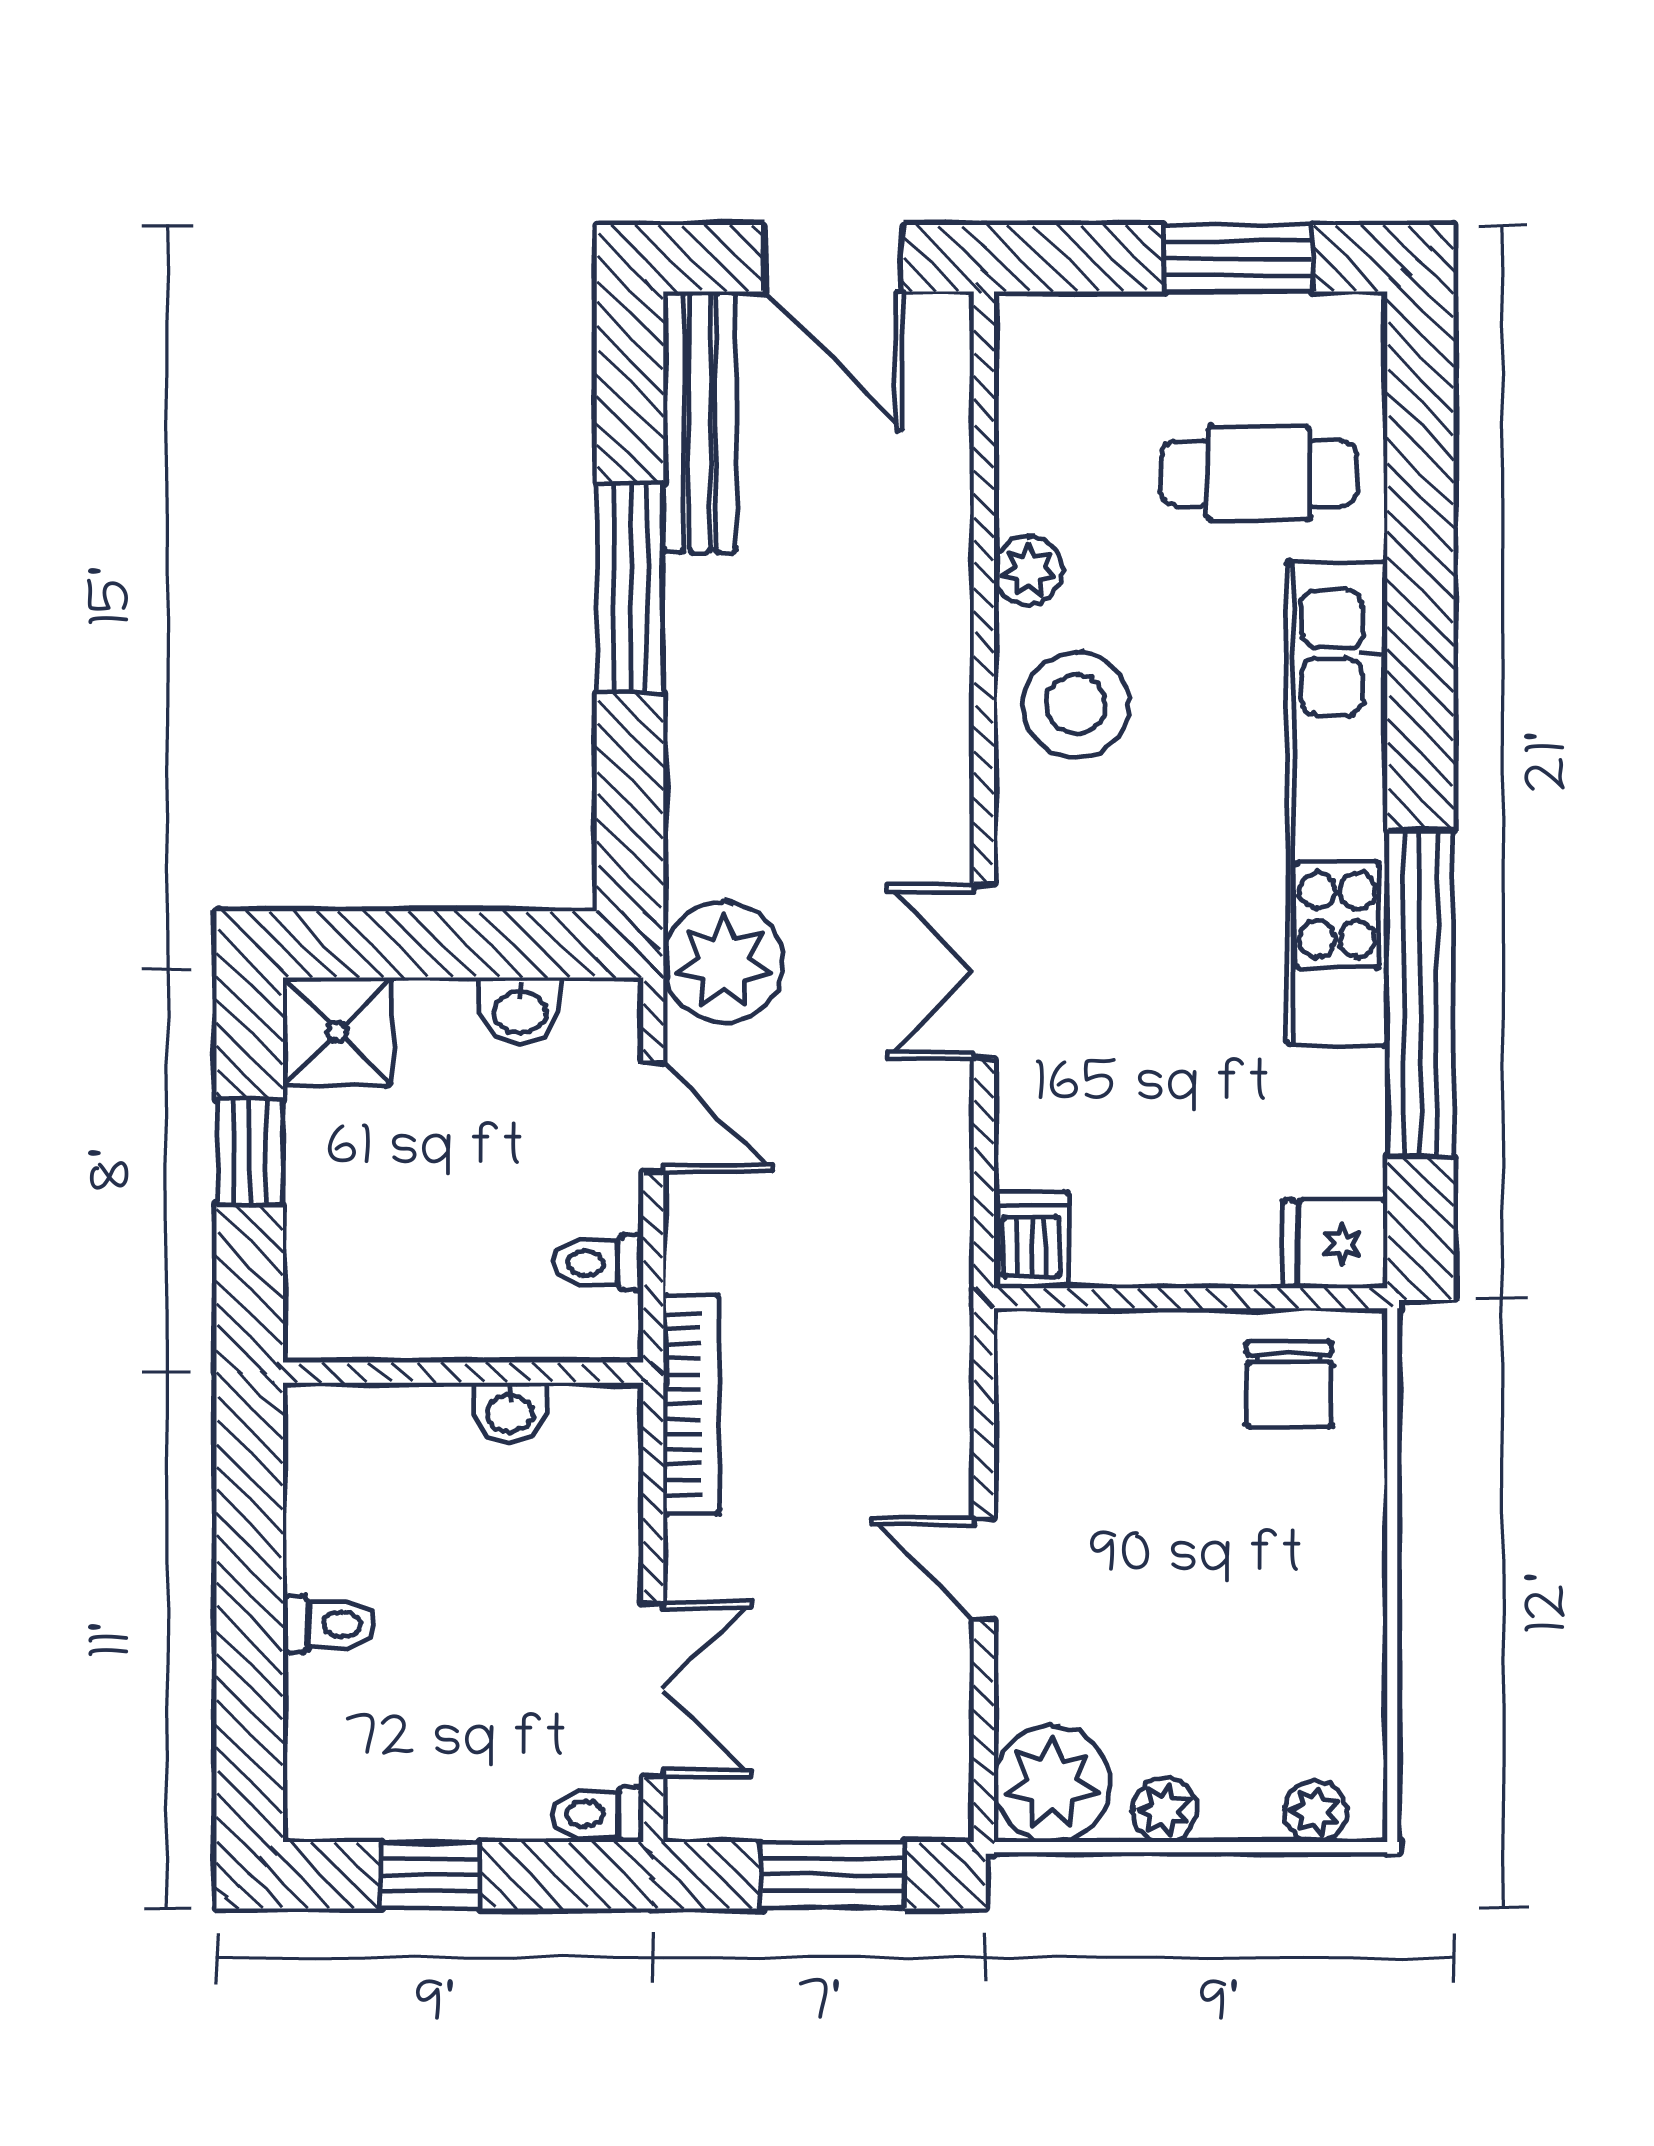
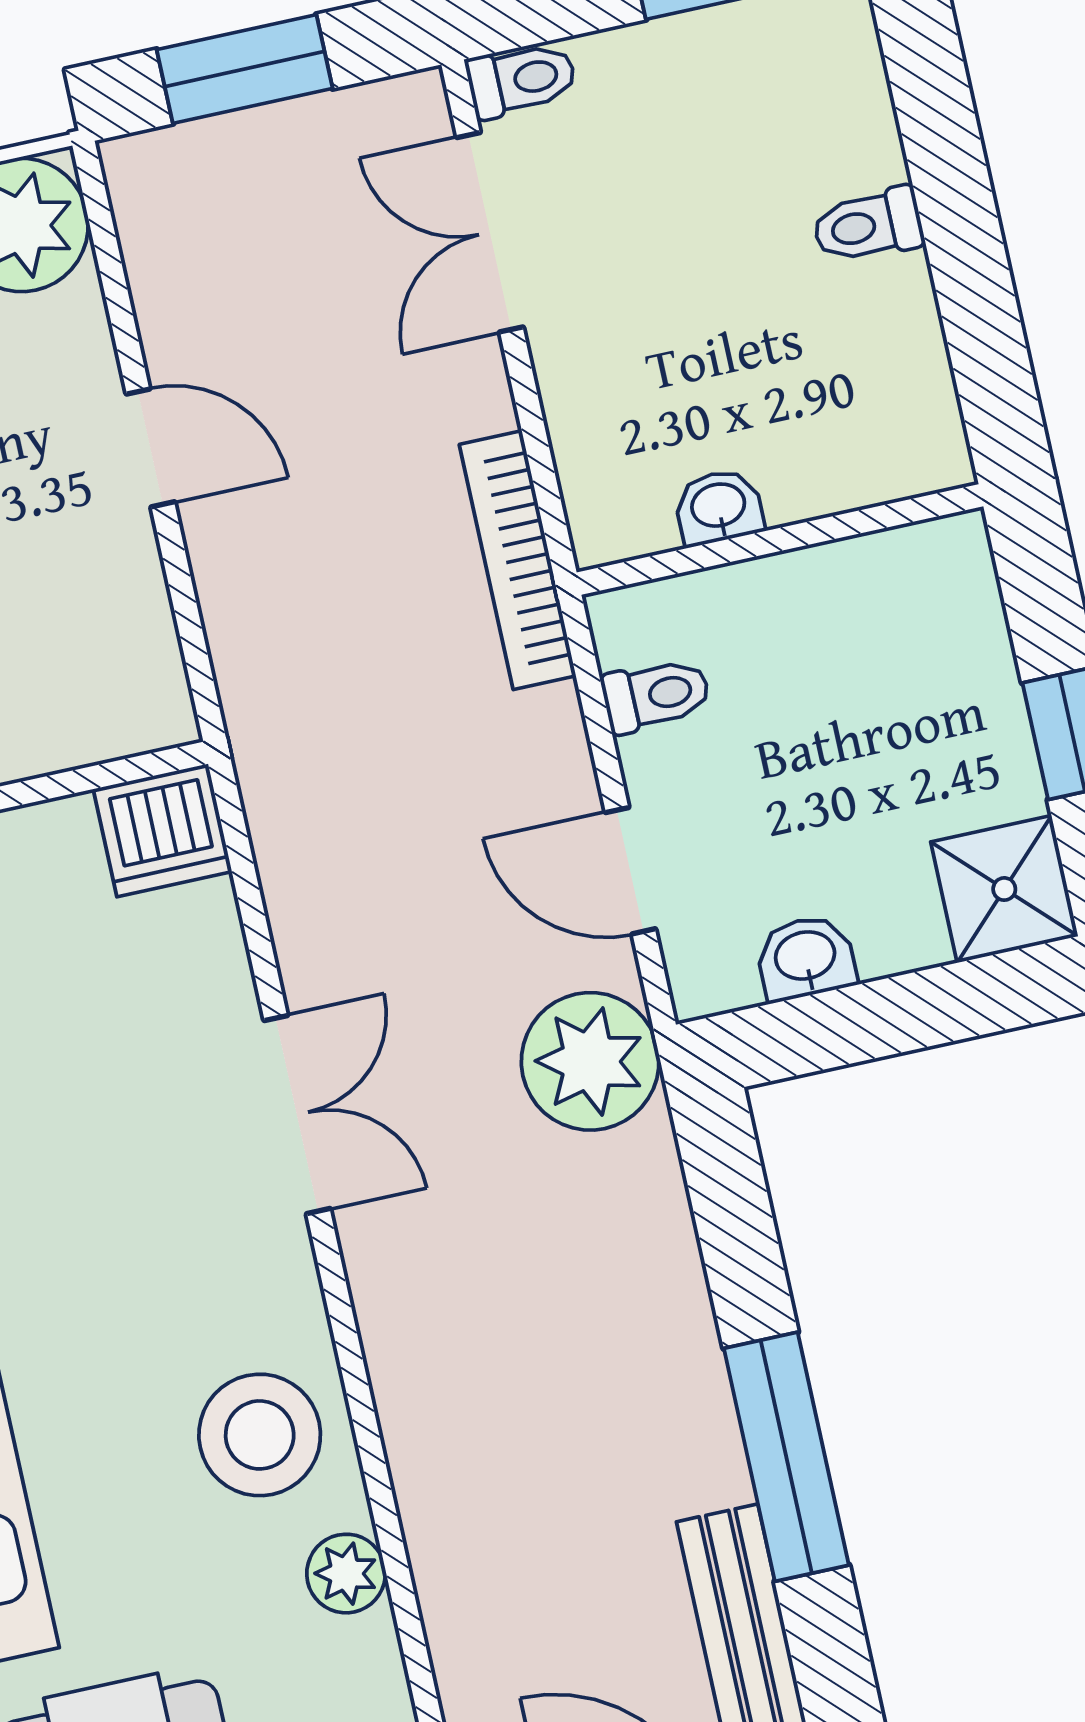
dishwasher: (1031, 1240) -> (163, 830), width x1.38

